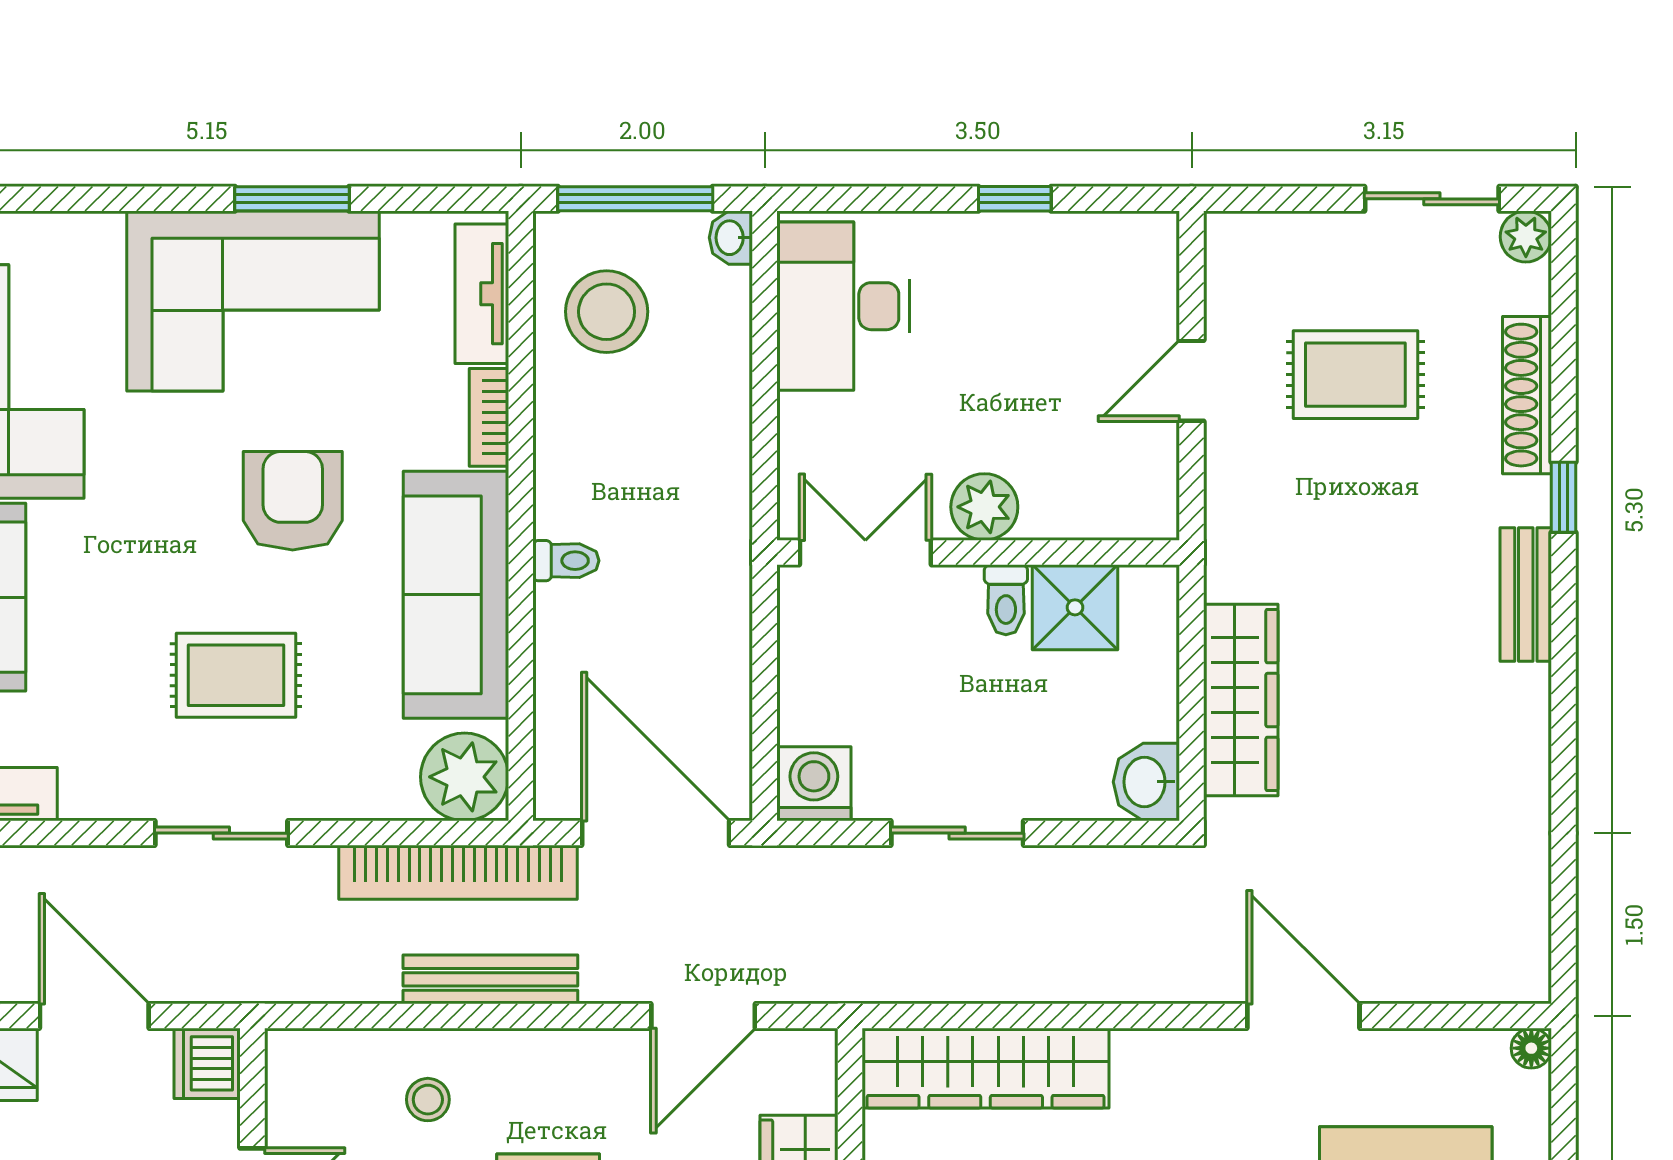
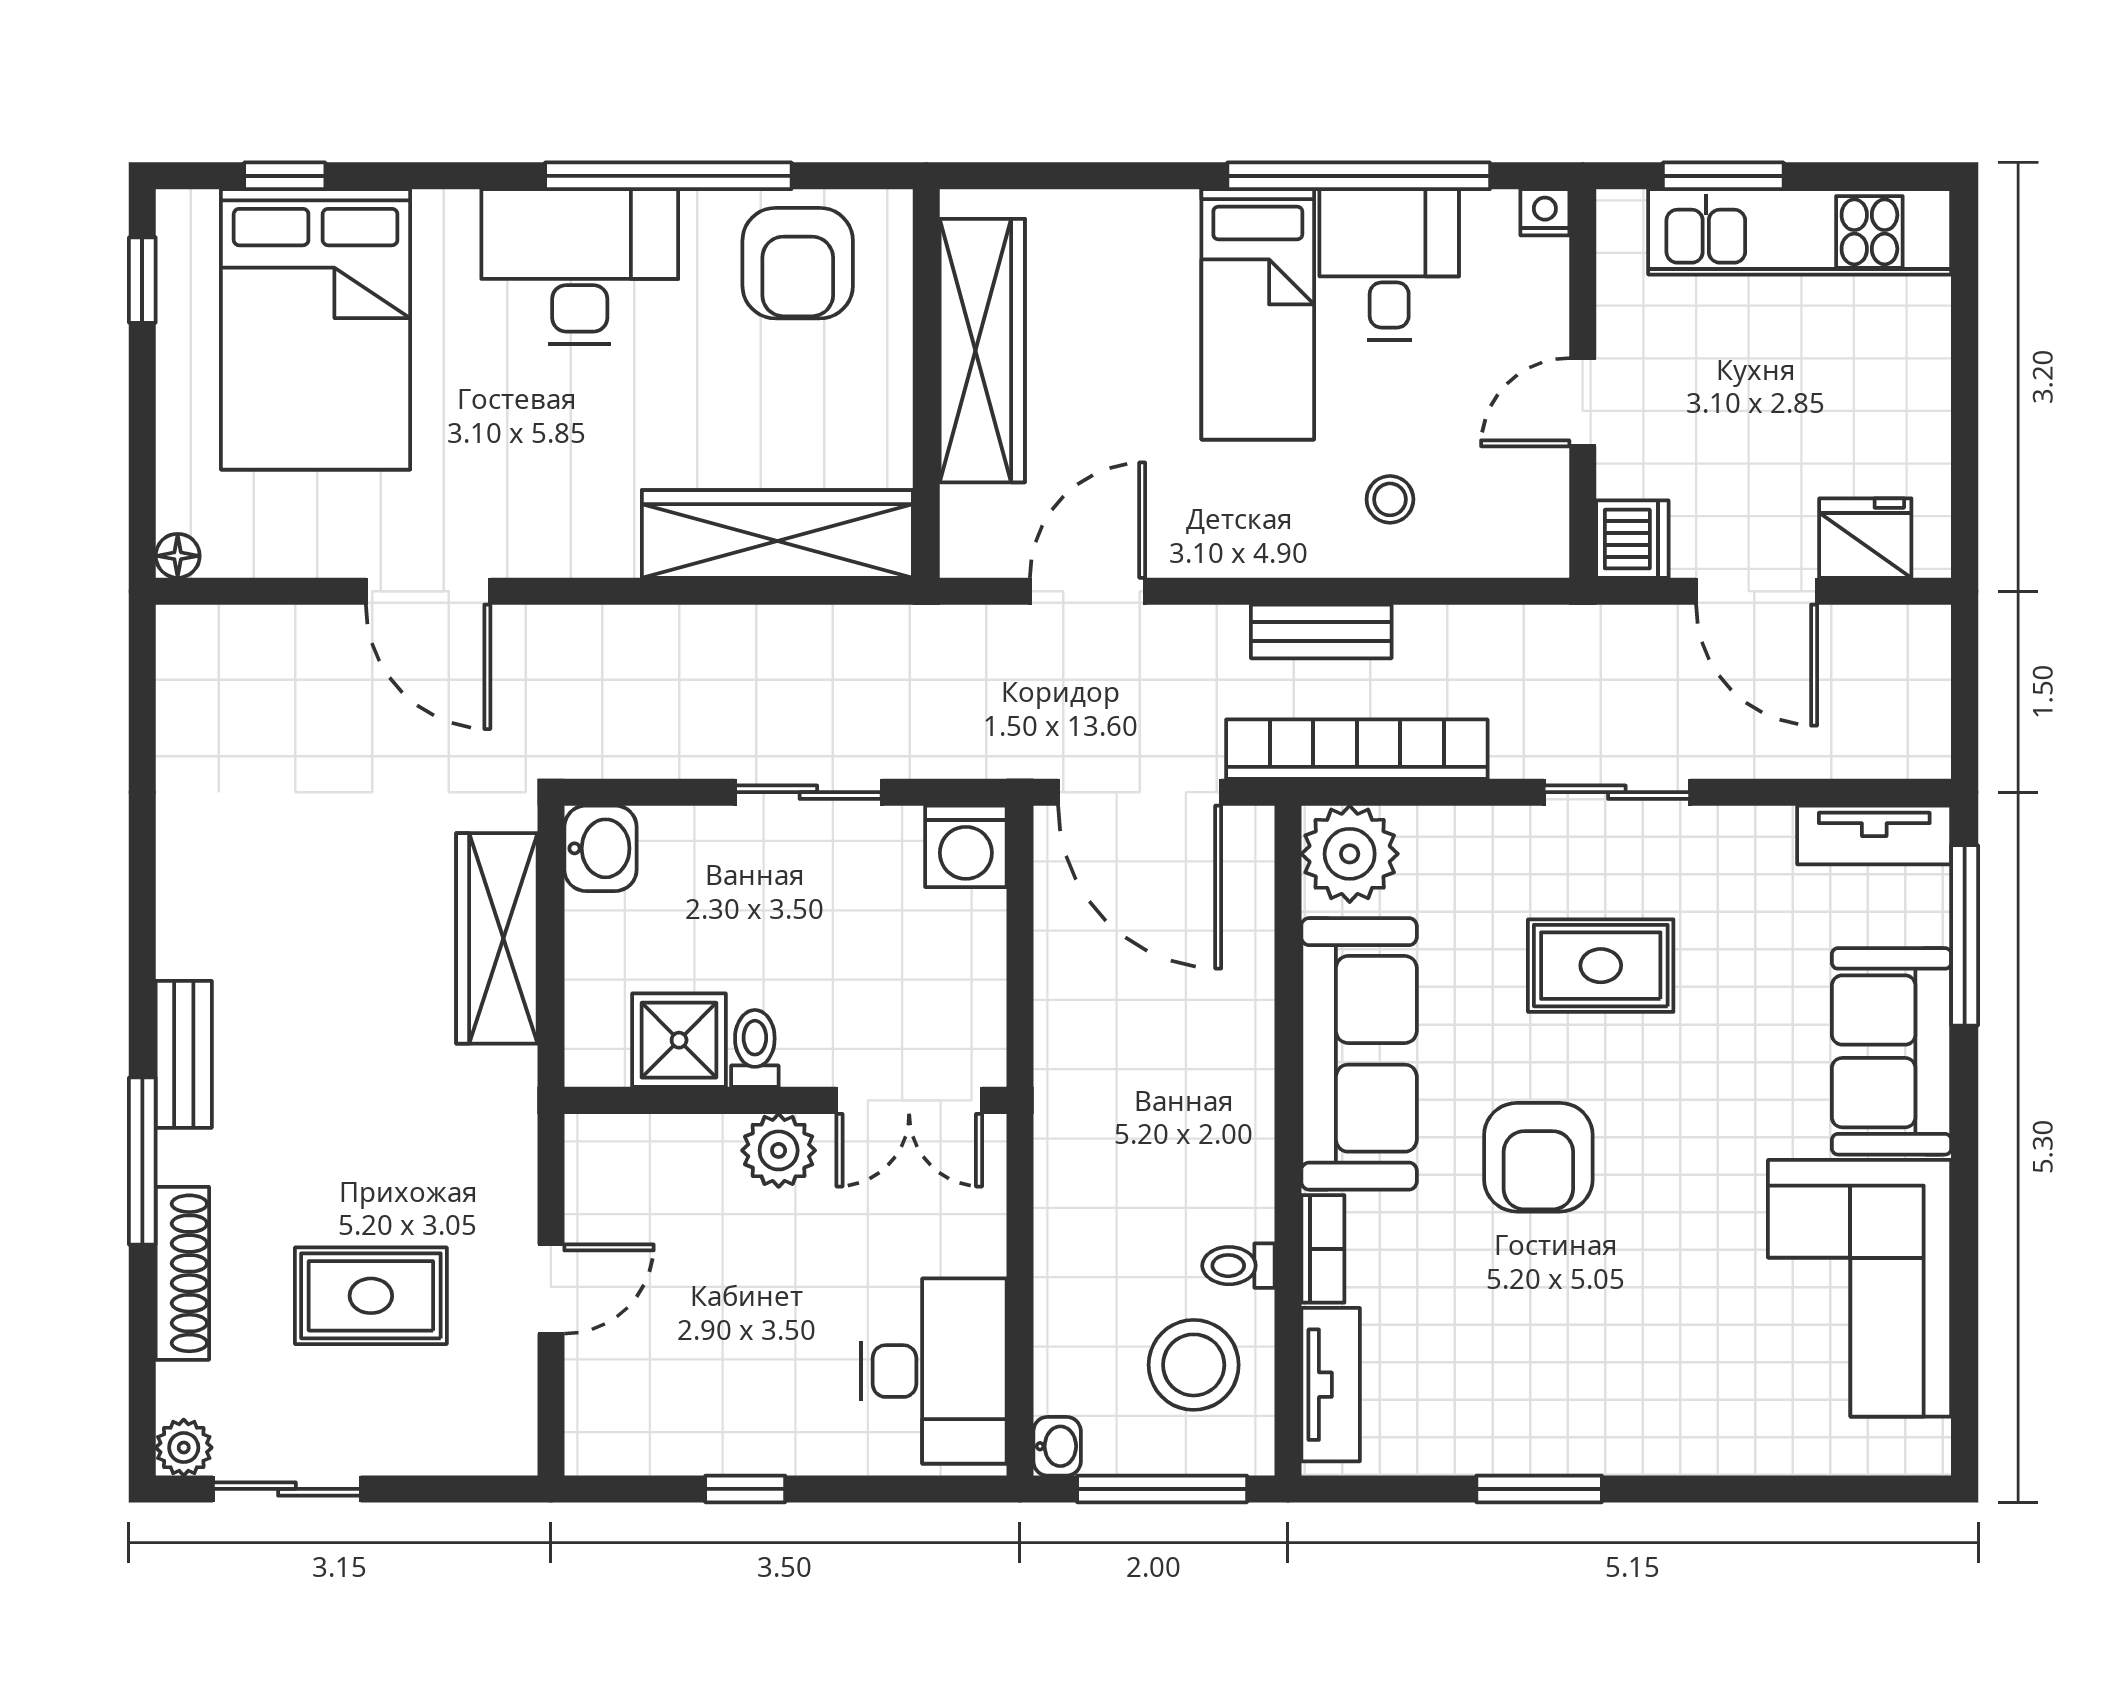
corner sofa: (253, 301) -> (1582, 1377), removed
window: (1564, 497) -> (142, 1161), width x2.17
toilet: (566, 561) -> (1238, 1266), moved
bench: (490, 979) -> (1321, 631), width x0.73

